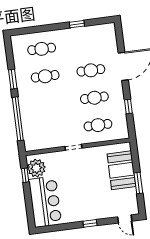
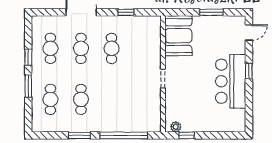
window: (51, 27) -> (28, 86), added
cafe table: (98, 125) -> (50, 48), moved
plant: (36, 168) -> (176, 127), width x0.53, depth x0.53
booth: (121, 170) -> (178, 36), moved, turned 90
bar counter: (45, 202) -> (231, 81), moved, turned -90

